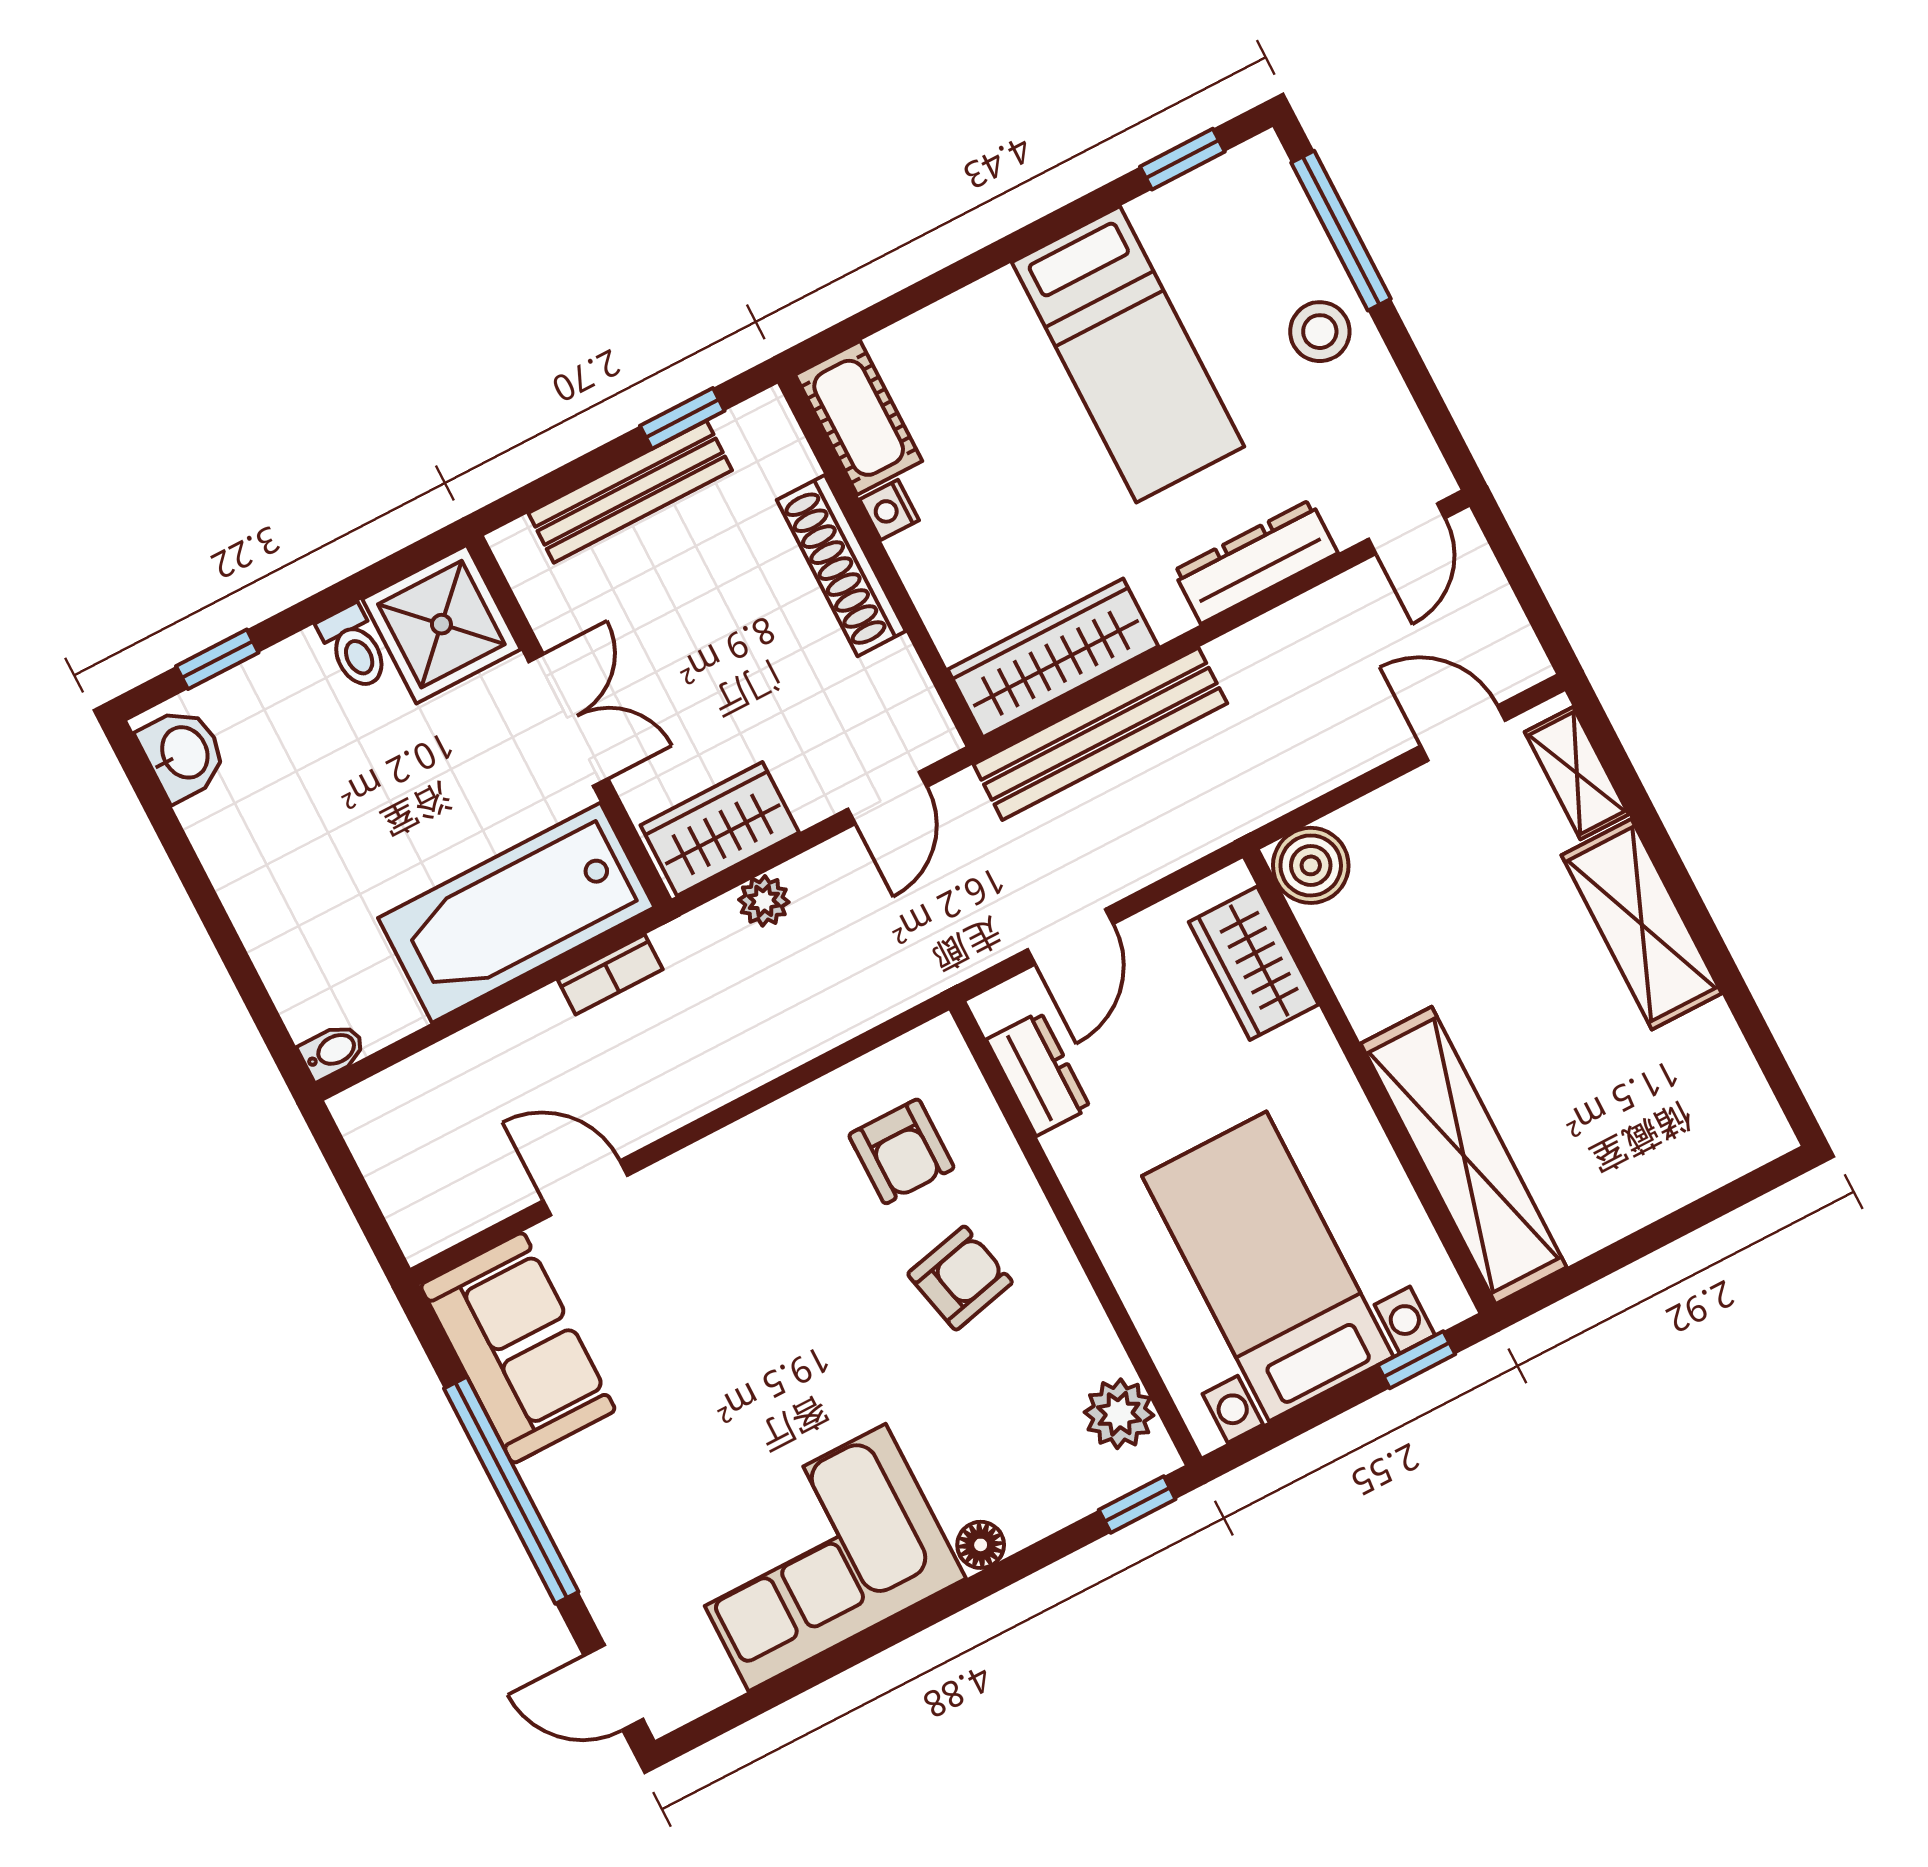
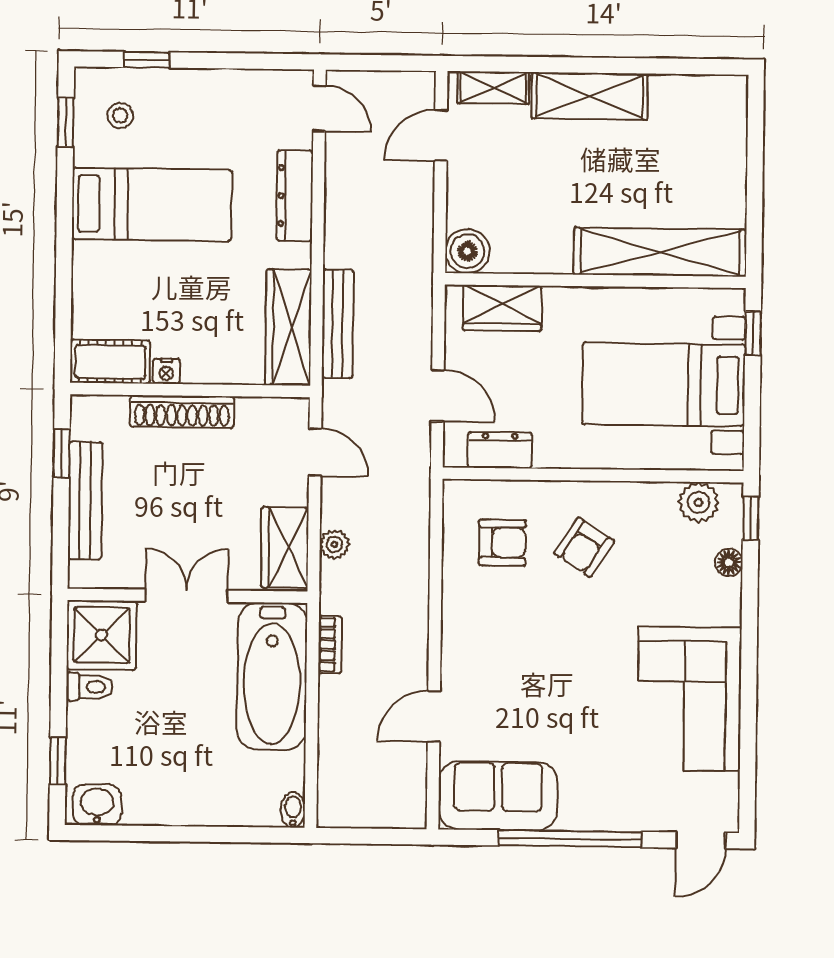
window: (1341, 231) -> (147, 60), width x0.46
stool: (1320, 332) -> (120, 116), moved, width x0.73, depth x0.73
bench: (1100, 734) -> (338, 324), width x0.73, depth x0.82
armchair: (960, 1278) -> (584, 547), turned -134
floor lamp: (981, 1545) -> (729, 562), moved

